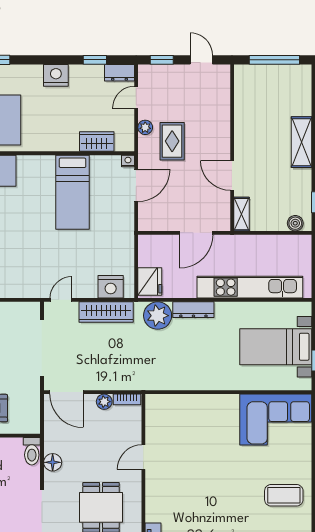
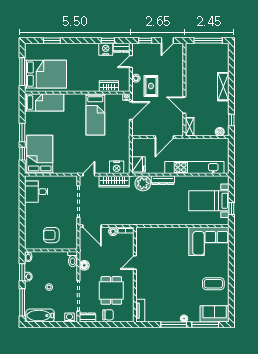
door: (201, 60) -> (167, 41), swing flipped
nightstand: (56, 75) -> (106, 49), moved

